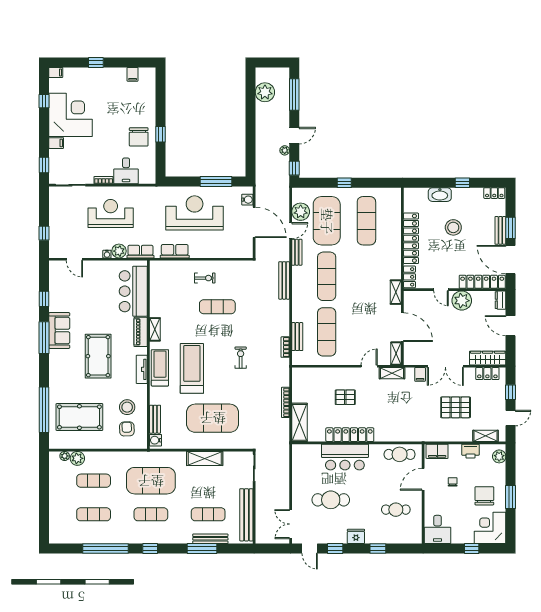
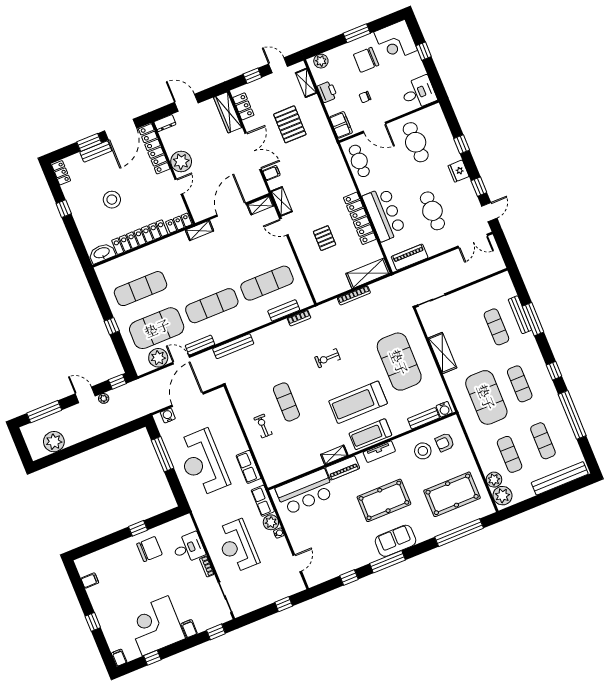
washbasin: (440, 195) -> (102, 253), moved, turned -90
door: (511, 326) -> (186, 103), swing flipped
sofa: (59, 331) -> (395, 541), moved
pool table: (79, 417) -> (452, 494), turned 90
plant: (65, 456) -> (502, 496), width x1.87, depth x1.87
piano: (299, 464) -> (410, 257), added
cafe table: (396, 510) -> (416, 142), width x1.37, depth x1.35
bench: (246, 515) -> (560, 478), moved

